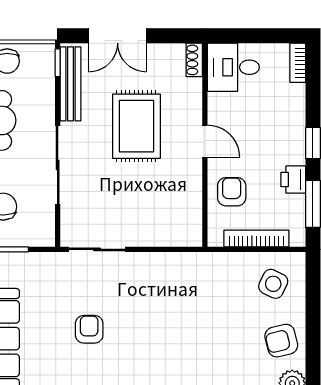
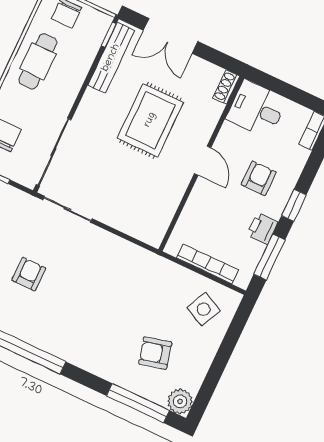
sliding door: (58, 165) -> (54, 152), moved
armchair: (232, 192) -> (259, 178), moved
armchair: (281, 341) -> (155, 353), moved

